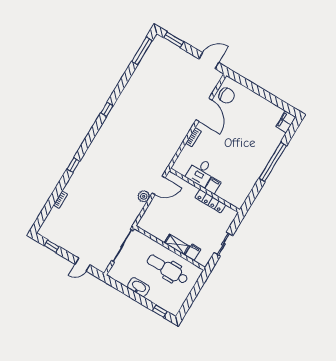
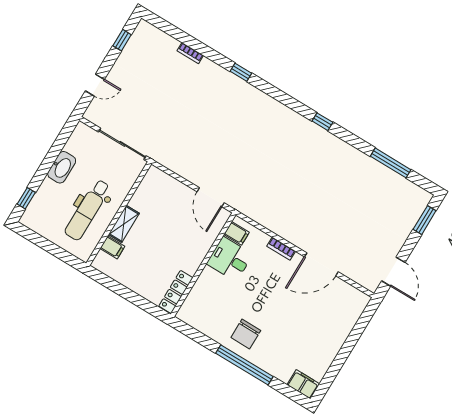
window: (142, 51) -> (391, 163), moved
chair: (226, 96) -> (246, 334), moved
filing cabinet: (213, 186) -> (237, 233), moved
plant: (144, 196) -> (195, 175), removed
locker: (210, 201) -> (176, 292), moved
sliding door: (223, 244) -> (124, 292), removed
door: (82, 265) -> (95, 85), swing flipped
dental chair: (167, 269) -> (87, 210), turned 180

